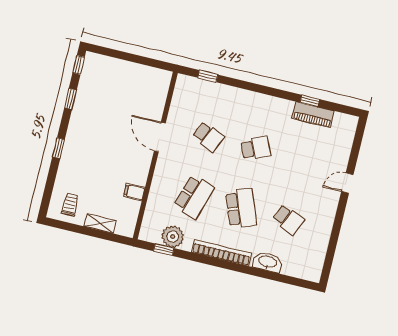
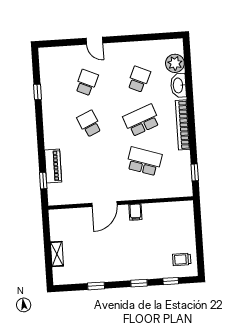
window: (79, 65) -> (171, 281), moved
piano: (313, 115) -> (53, 166), moved
school desk: (208, 137) -> (87, 83), moved
filing cabinet: (134, 192) -> (135, 212), moved
shelving: (100, 223) -> (57, 254), moved
plant: (173, 237) -> (175, 63), moved

